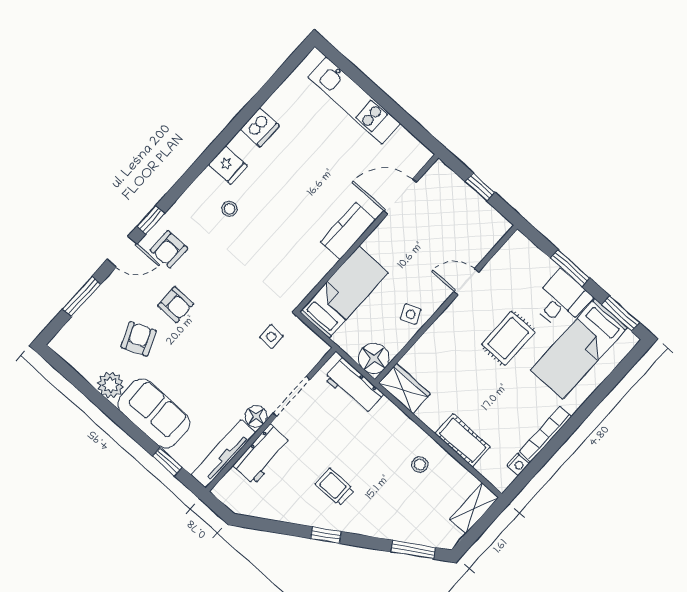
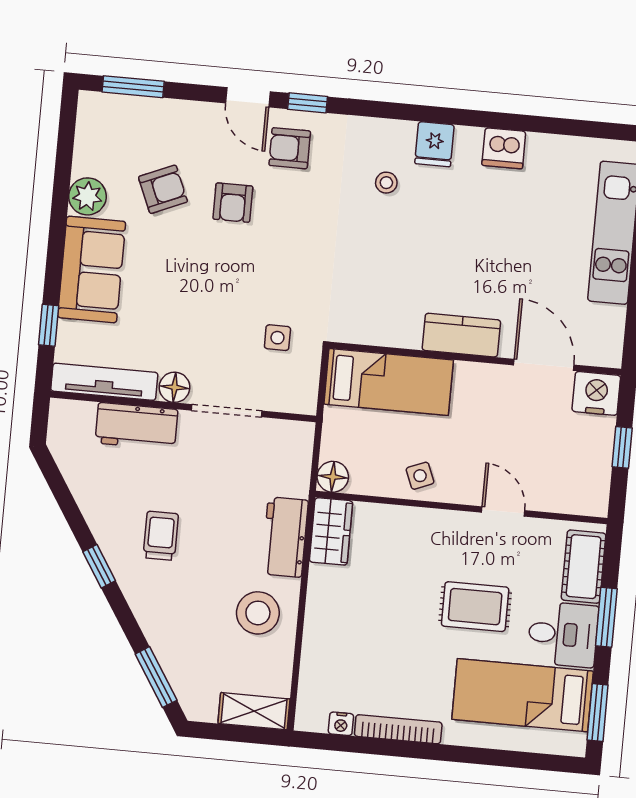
nightstand: (438, 179) -> (596, 393), added
window: (82, 297) -> (133, 87), moved
floor lamp: (374, 358) -> (333, 477), width x0.73, depth x0.73
workbench: (354, 386) -> (285, 537), moved
cot: (463, 440) -> (584, 567), moved
stool: (420, 465) -> (258, 613), width x1.89, depth x1.89

